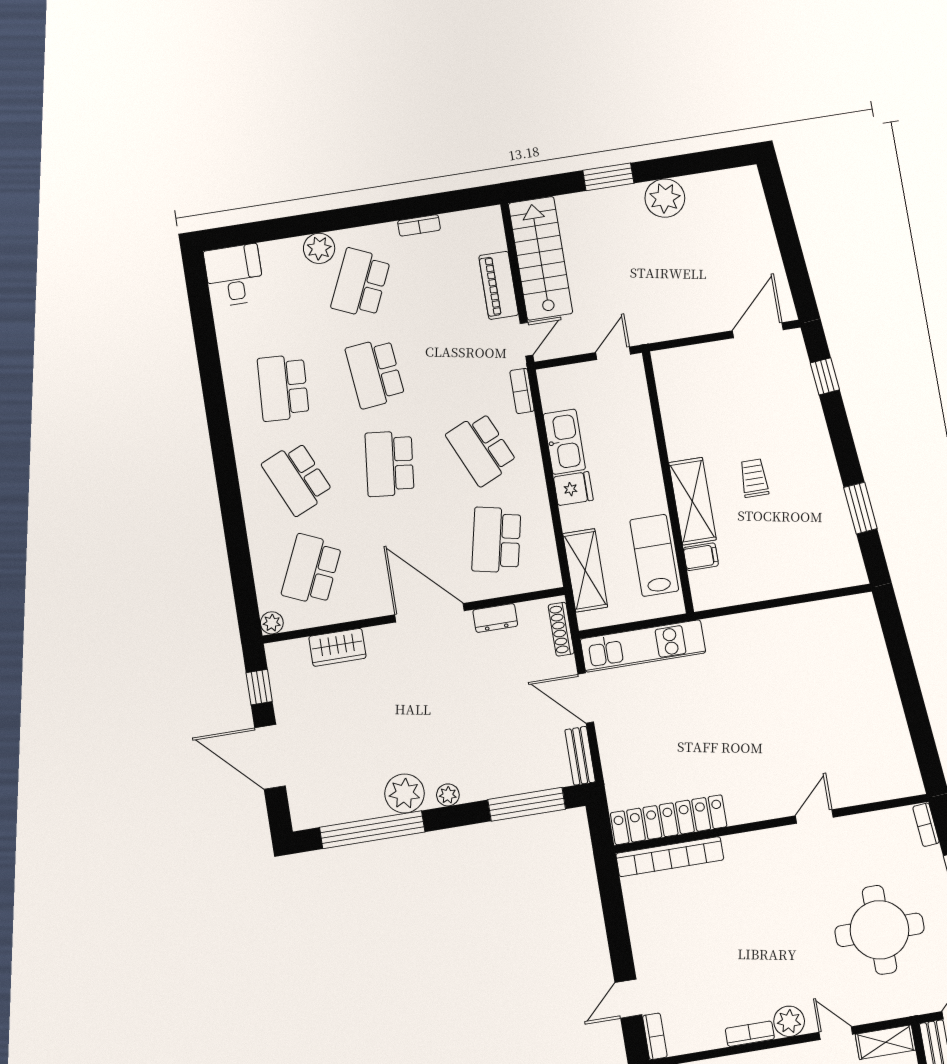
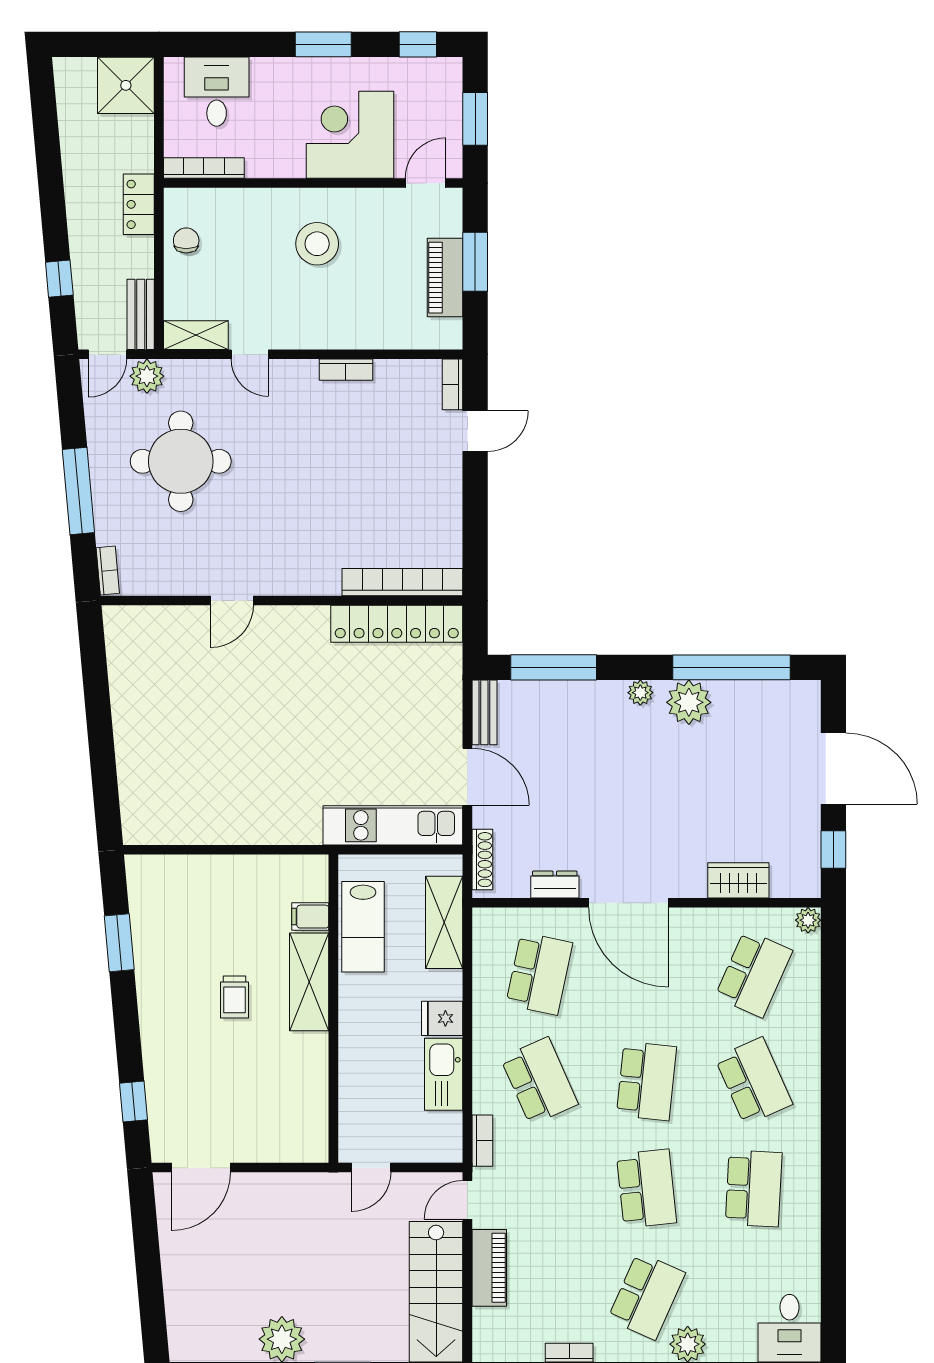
plant: (789, 1021) -> (147, 376), moved

